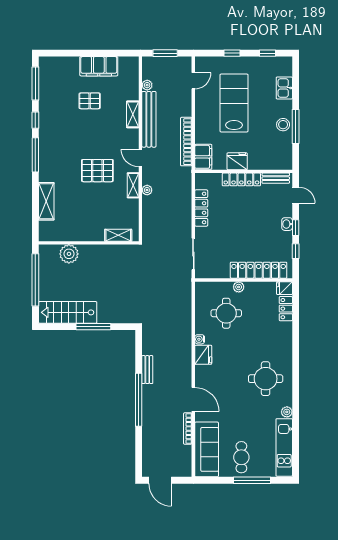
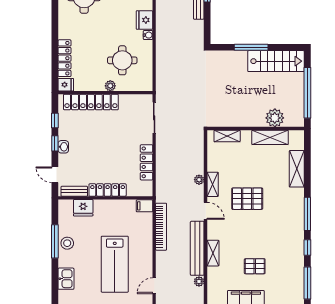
filing cabinet: (203, 157) -> (144, 206), width x0.50
fridge: (237, 161) -> (83, 208), moved
shelving: (74, 234) -> (270, 137), added
locker: (286, 309) -> (64, 58), width x1.53

